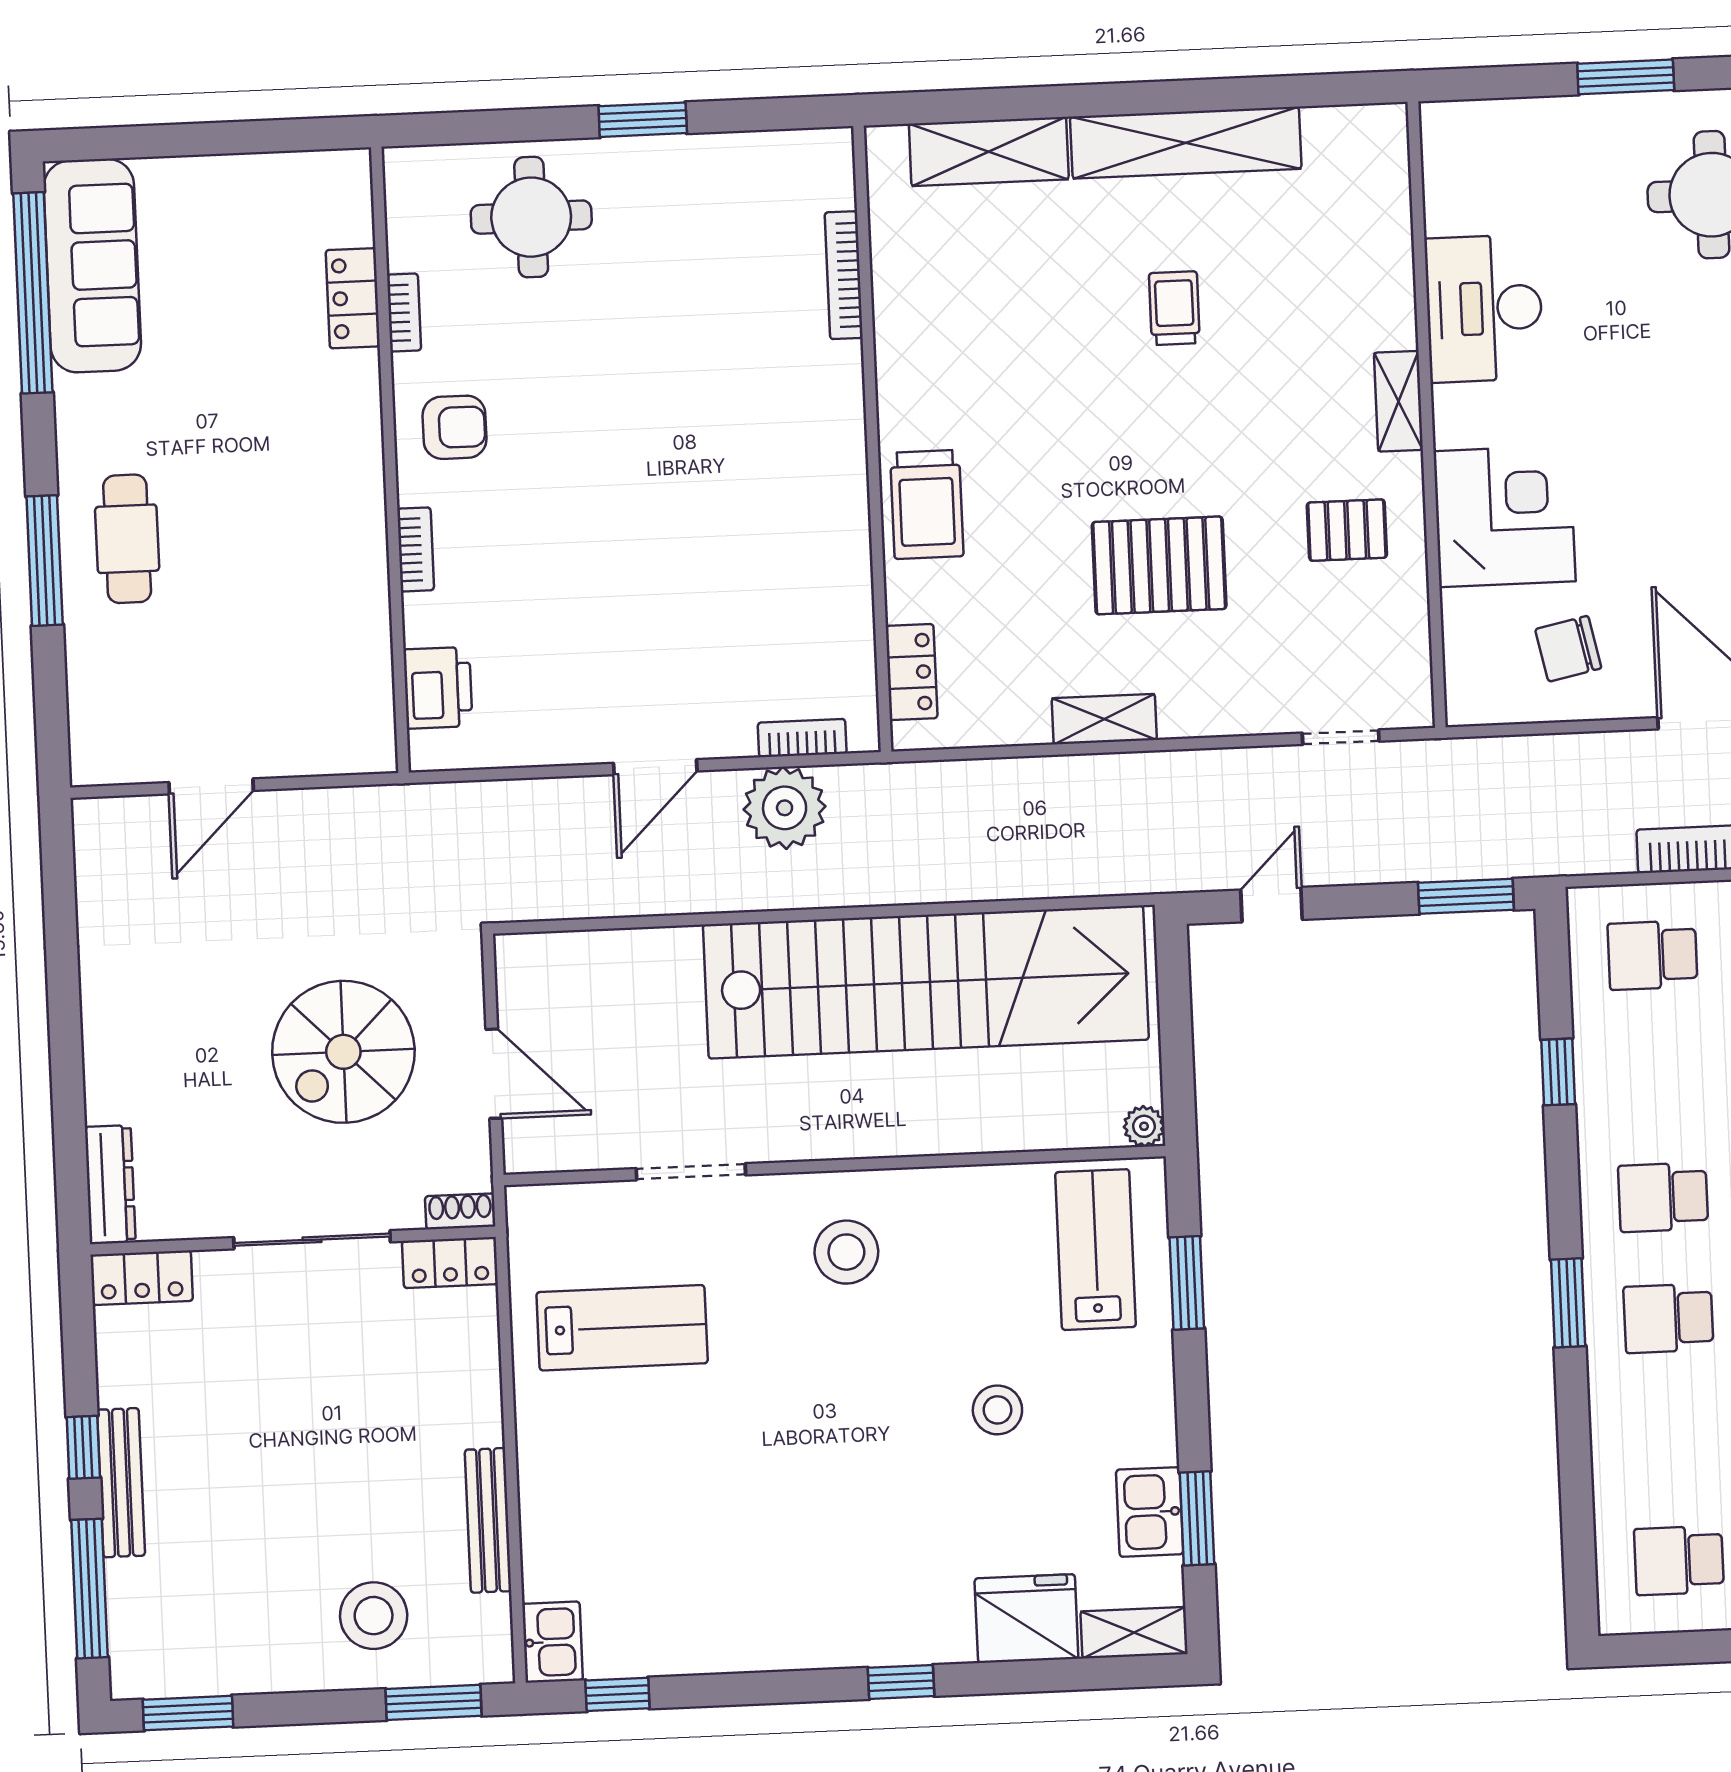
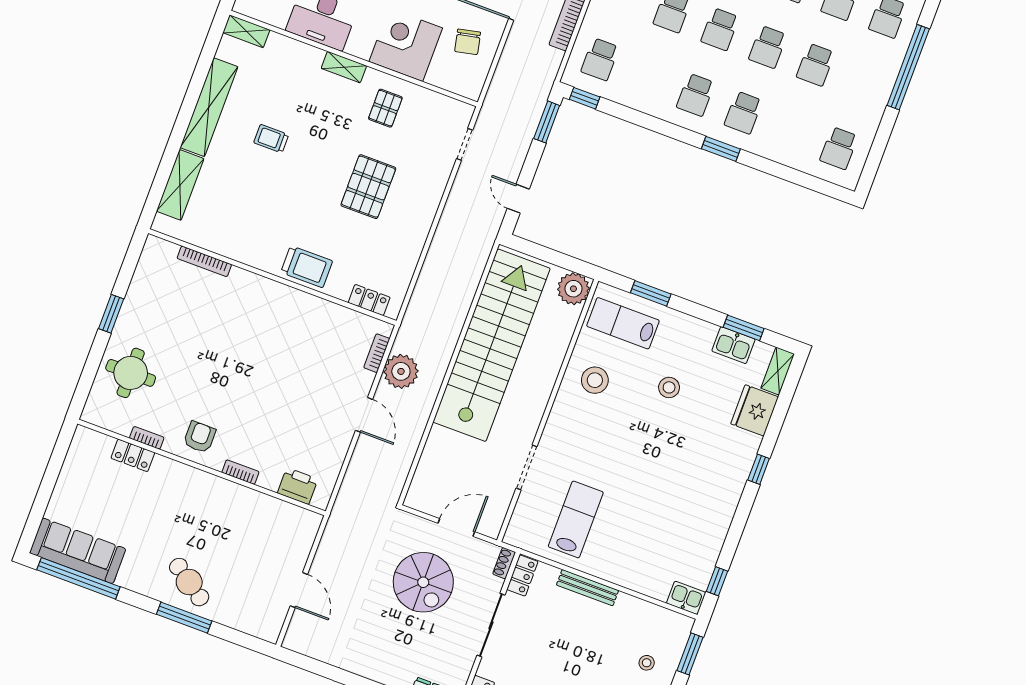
cafe table: (127, 539) -> (189, 582), turned 35
shelving: (1104, 719) -> (246, 31), moved, turned 90
window: (1558, 1072) -> (585, 98), moved
plant: (1144, 1126) -> (573, 289), width x1.88, depth x1.88
stool: (846, 1252) -> (595, 380), moved
bench: (488, 1520) -> (588, 588), moved
stool: (374, 1616) -> (647, 663), width x0.53, depth x0.53

